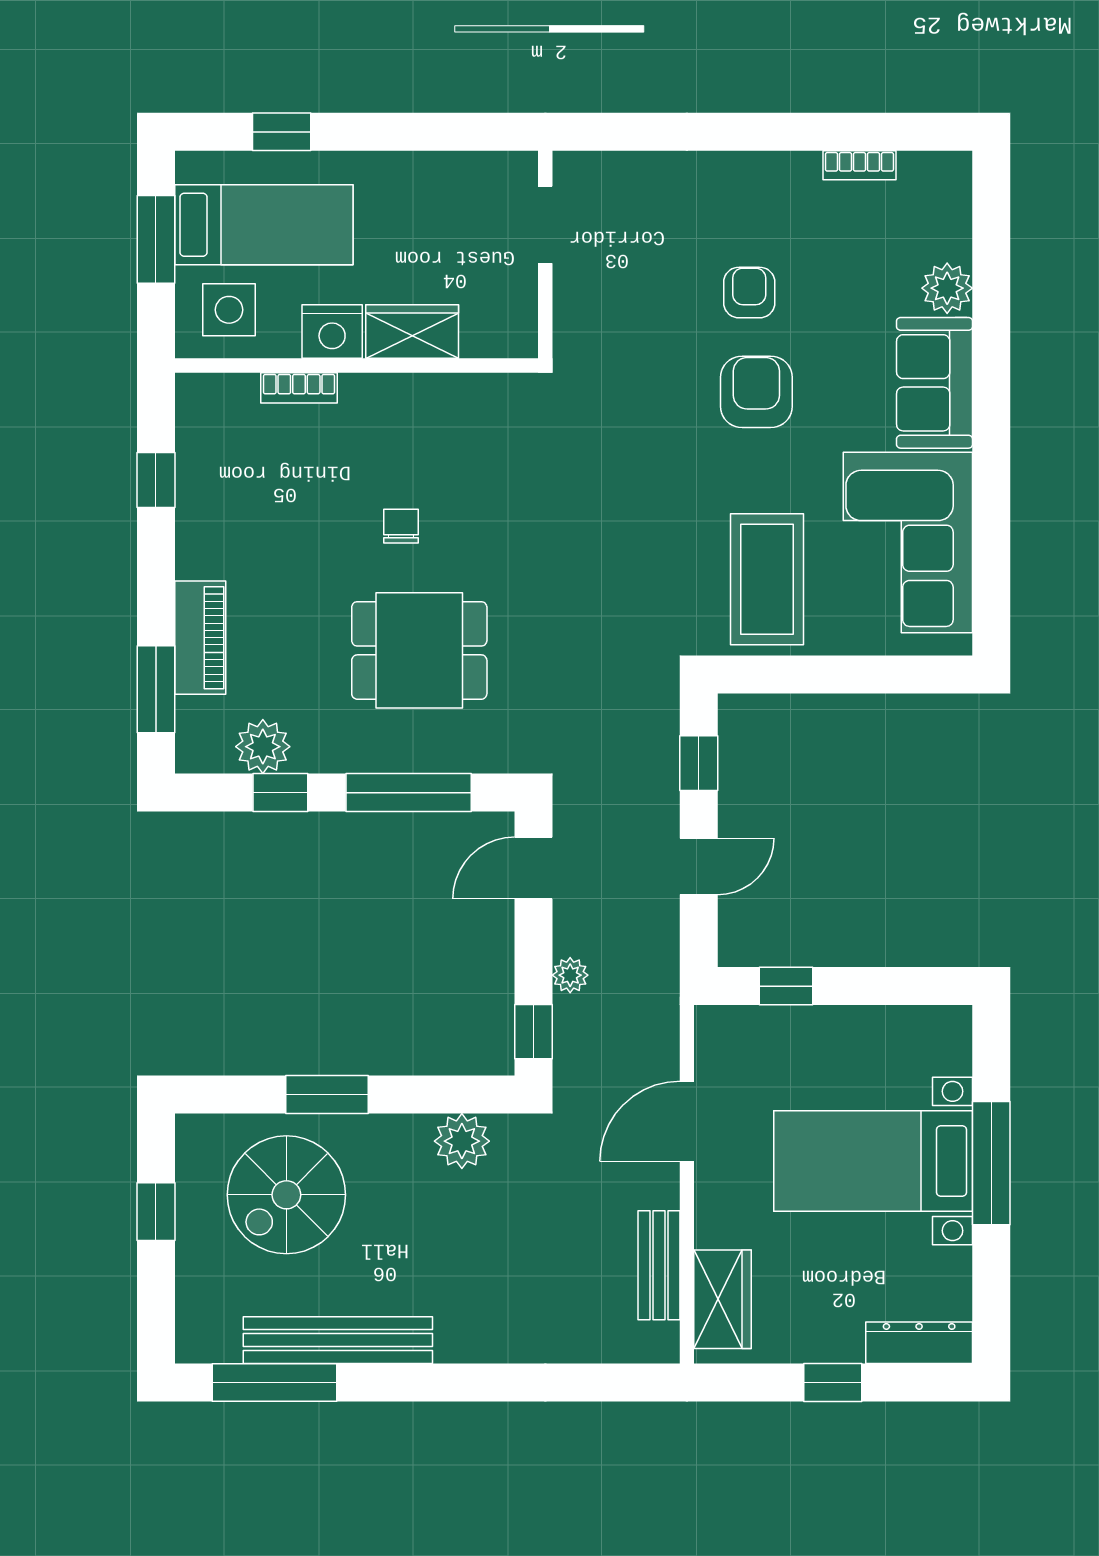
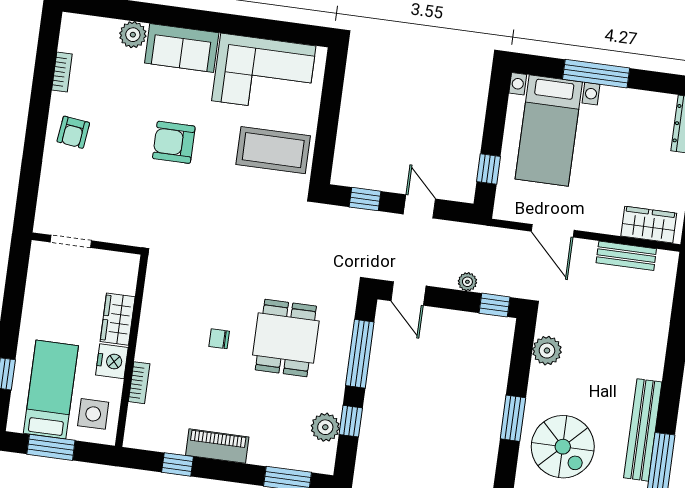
armchair: (749, 293) -> (73, 132), moved, turned -83
piano: (200, 638) -> (217, 446), moved
bed with nightstands: (873, 1161) -> (549, 131), moved

